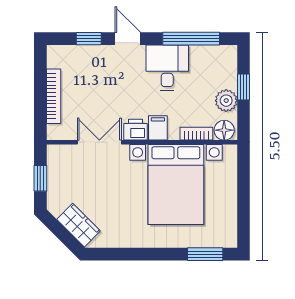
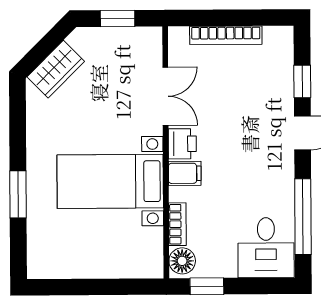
desk: (167, 68) -> (266, 248), moved, turned 90
window: (243, 87) -> (207, 286), moved
plant: (226, 101) -> (221, 263), removed
bed with nightstands: (176, 184) -> (110, 181), width x0.73
window: (205, 254) -> (18, 194), moved

